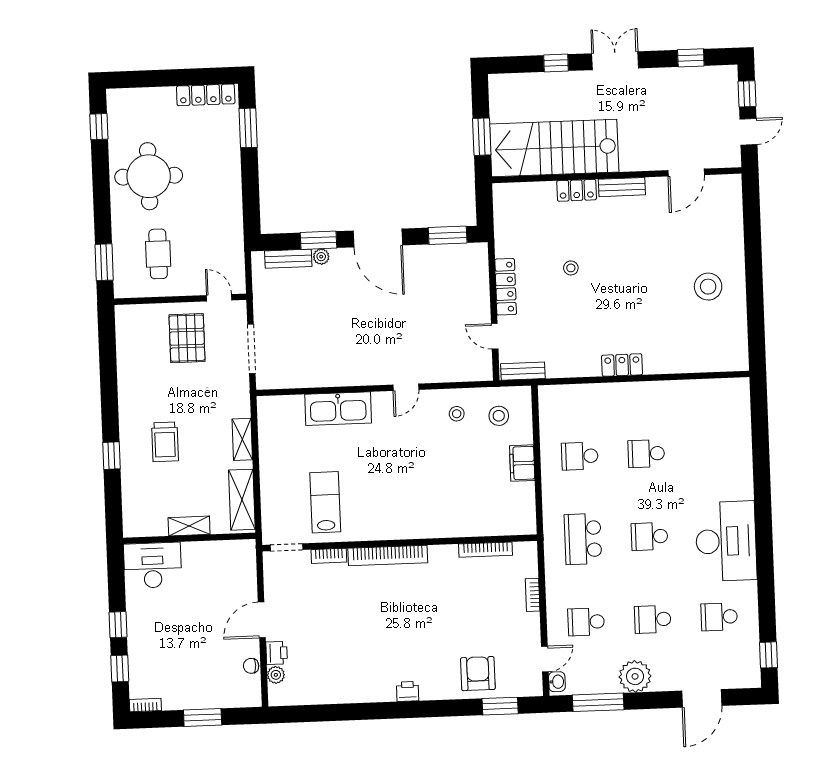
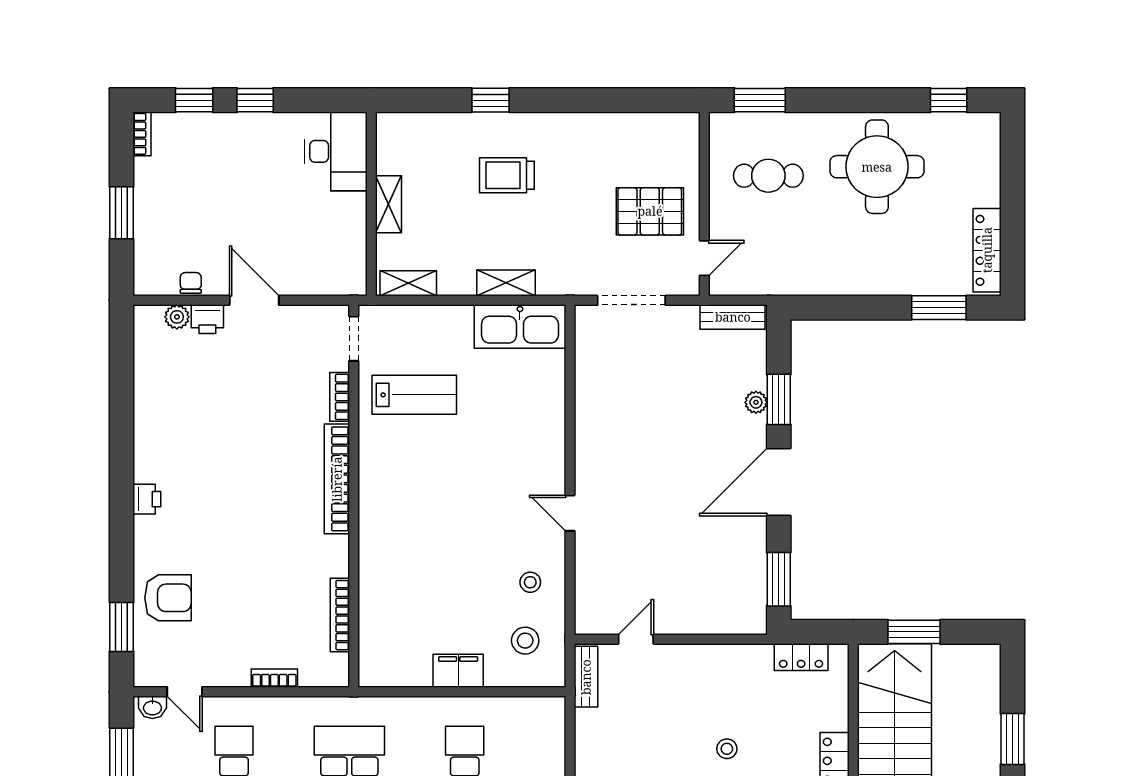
window: (556, 63) -> (1012, 739), width x1.50
bench: (288, 259) -> (733, 317), moved, turned 90
locker: (506, 287) -> (801, 657), moved, width x0.66
kitchen sink: (338, 409) -> (520, 327), moved, turned -90
shelving: (242, 500) -> (408, 283), width x0.67, depth x0.75

